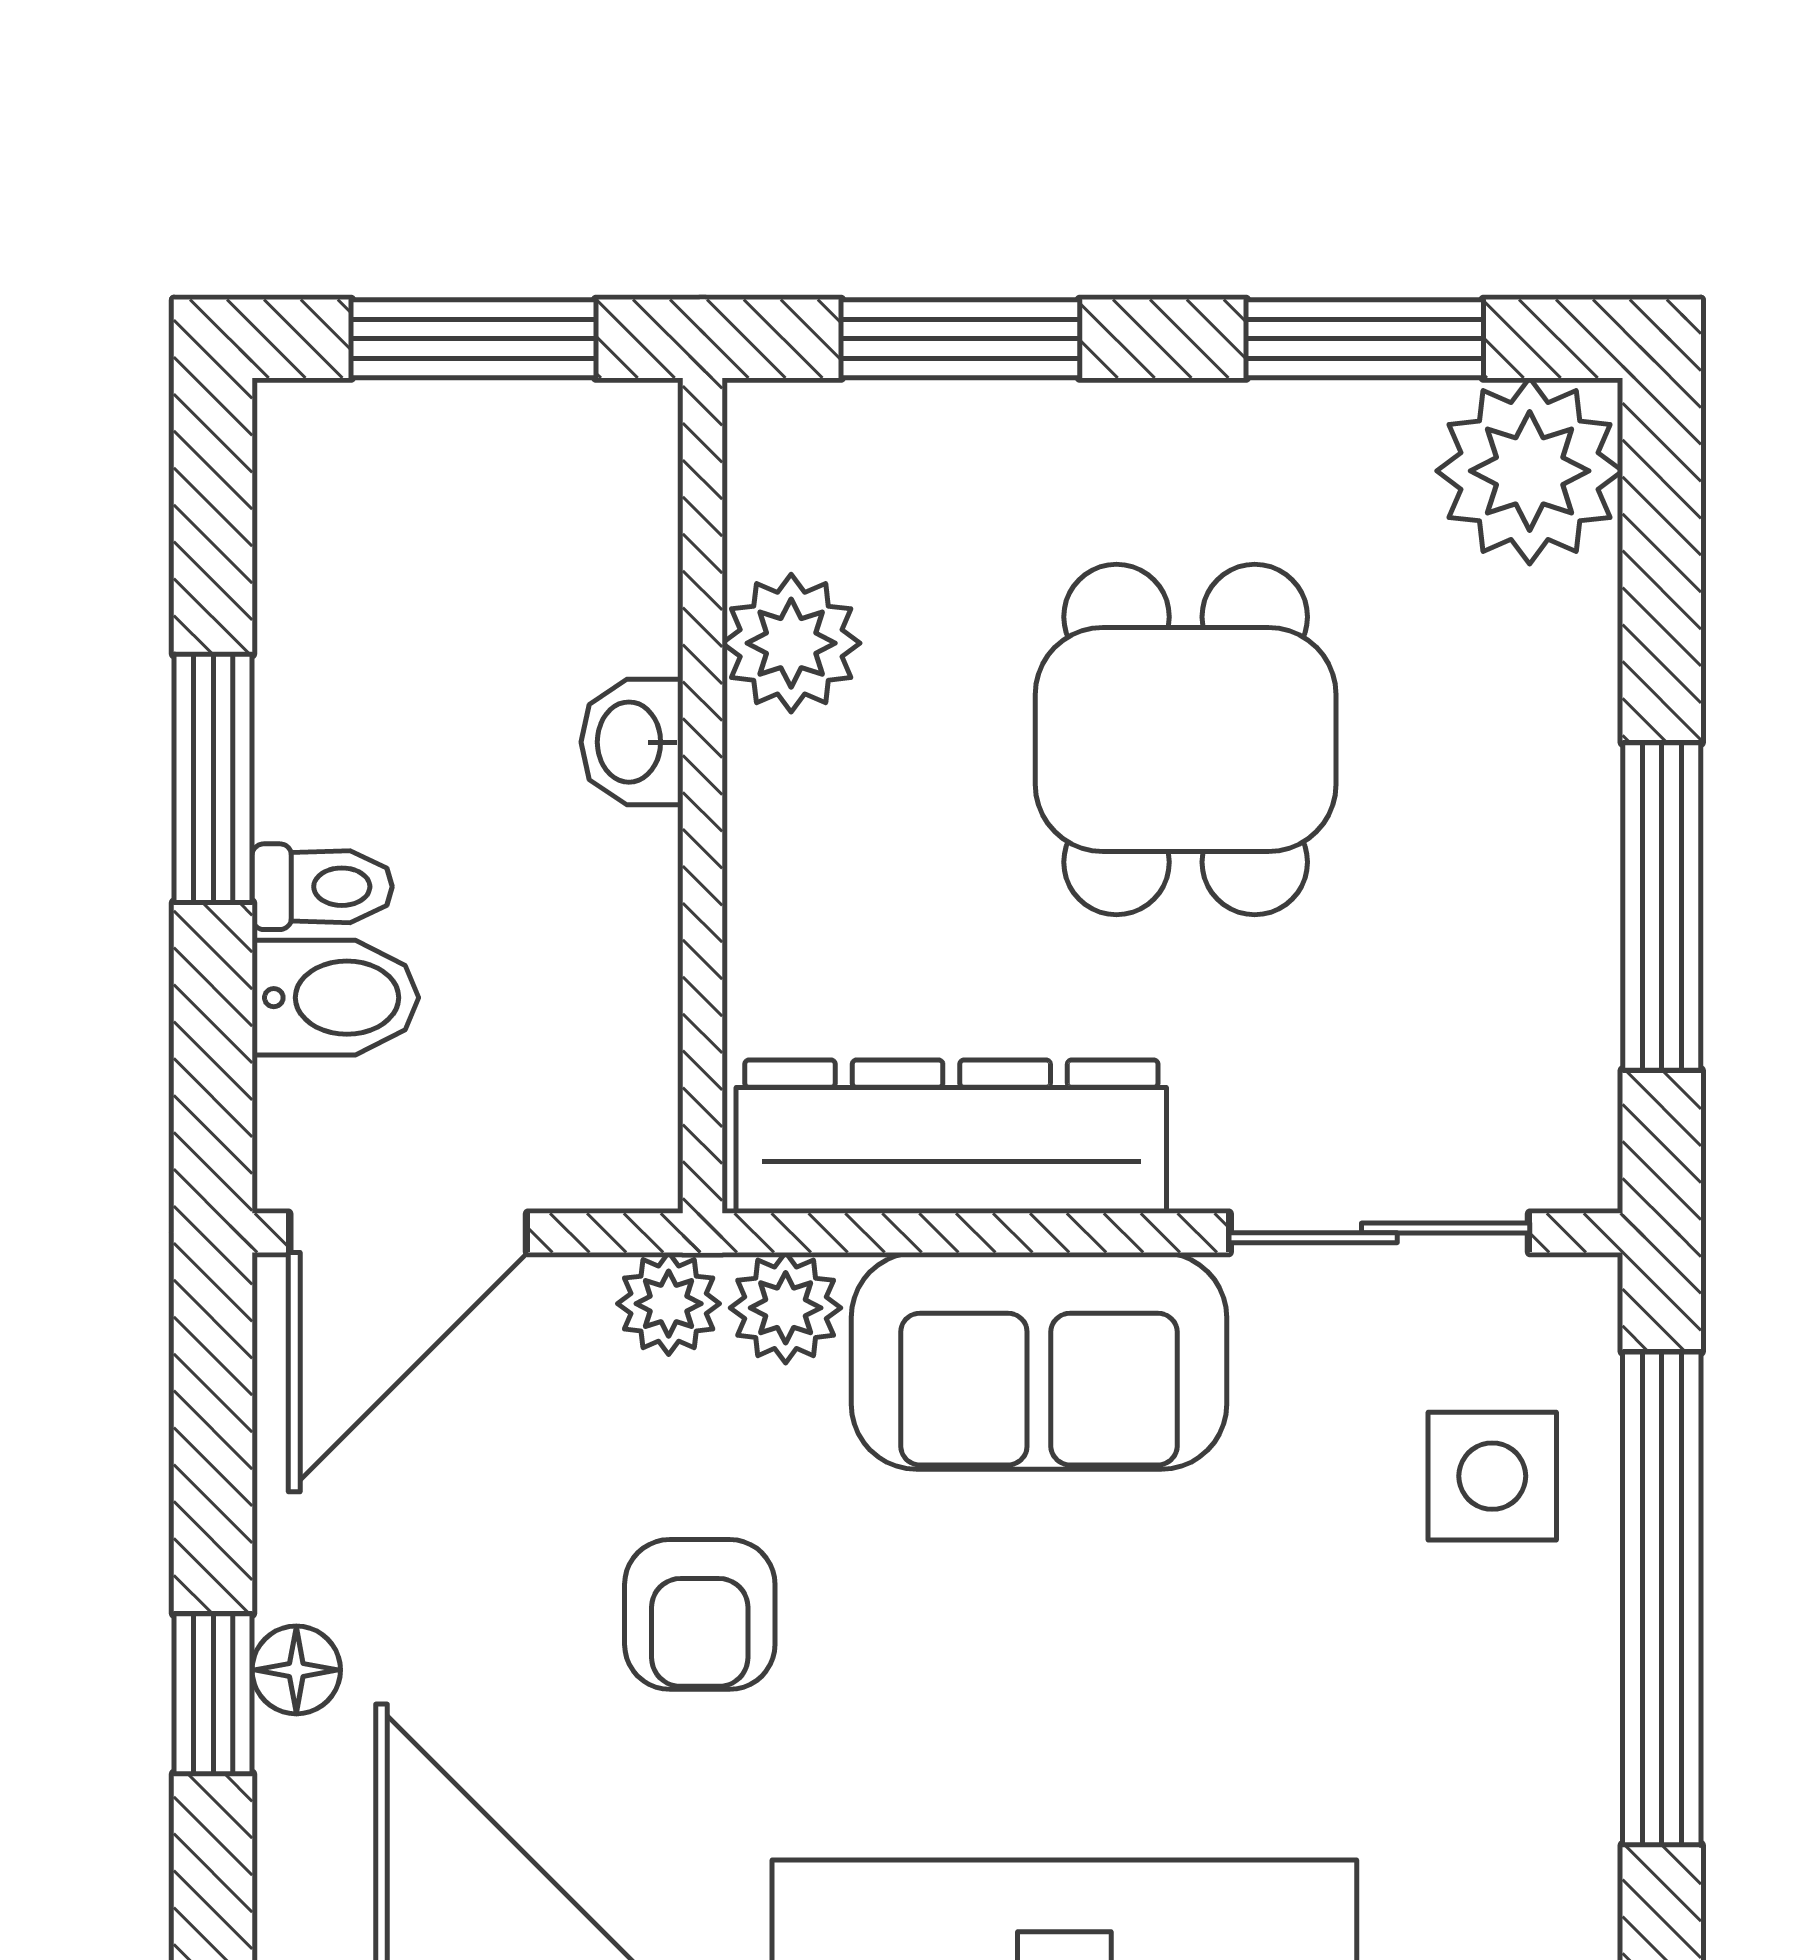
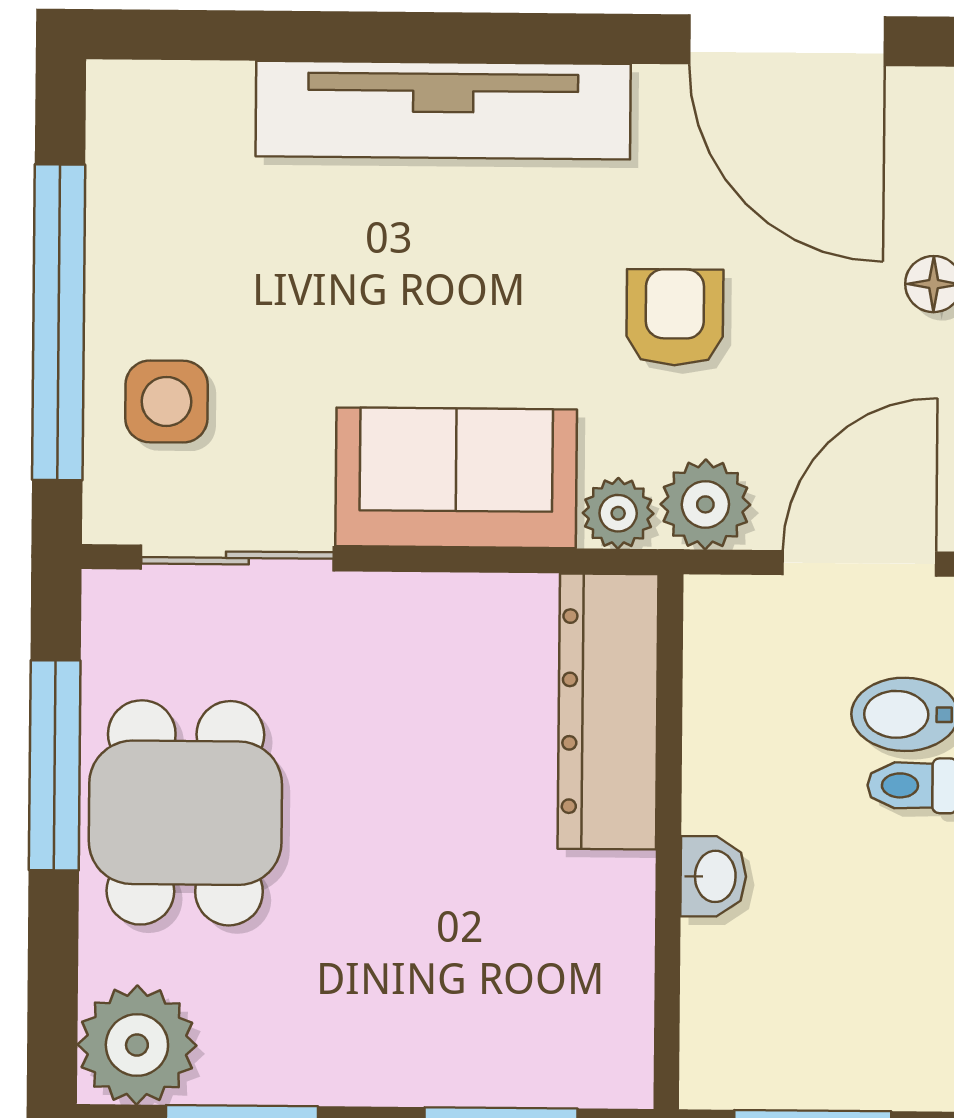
plant: (791, 643) -> (611, 939), removed
dining table: (1186, 739) -> (185, 813), moved
dresser: (951, 1137) -> (608, 711), moved, turned 90
plant: (669, 1304) -> (705, 504), width x1.38, depth x1.38

